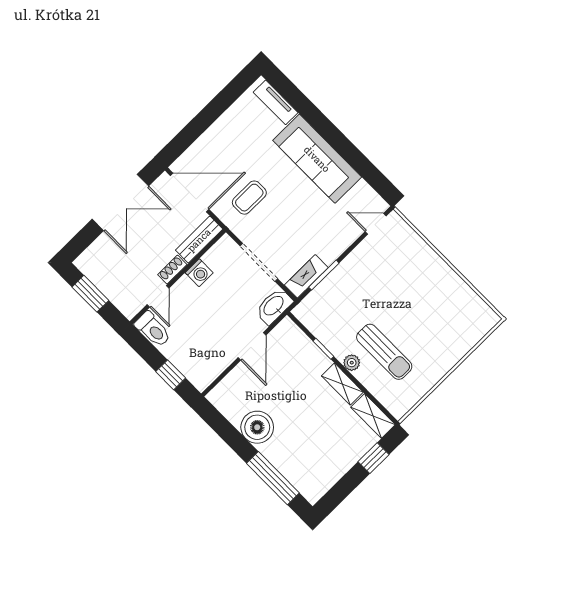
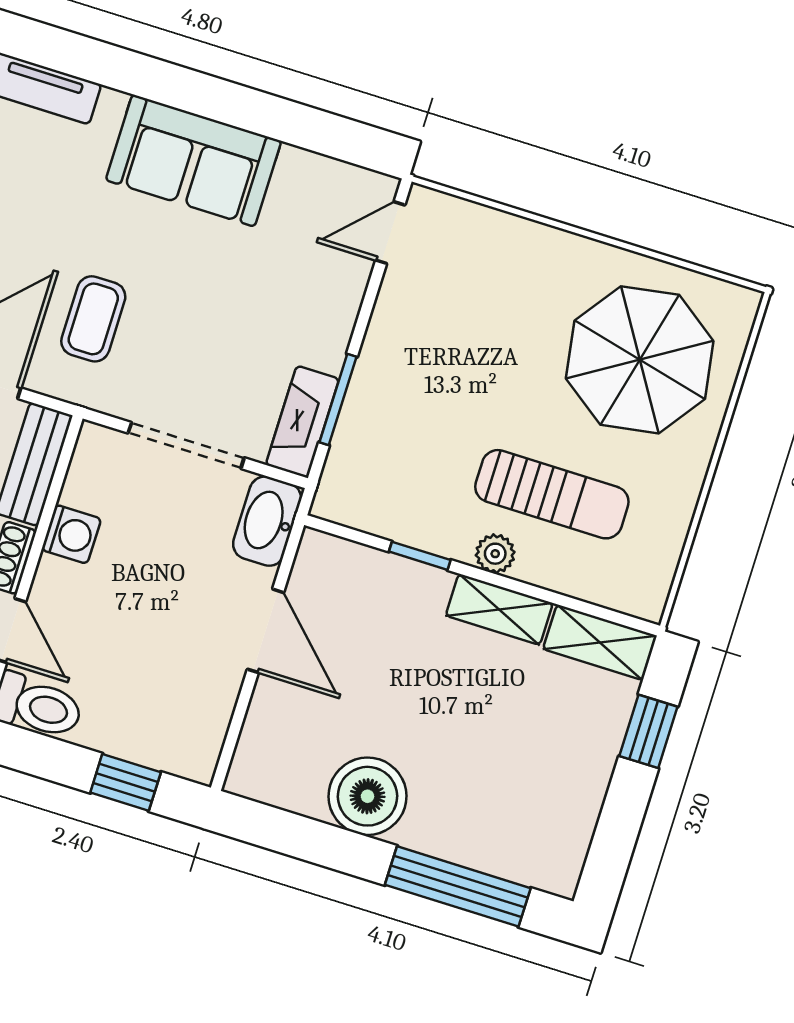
sofa: (317, 159) -> (193, 160), width x0.73
parasol: (443, 319) -> (640, 360), added

